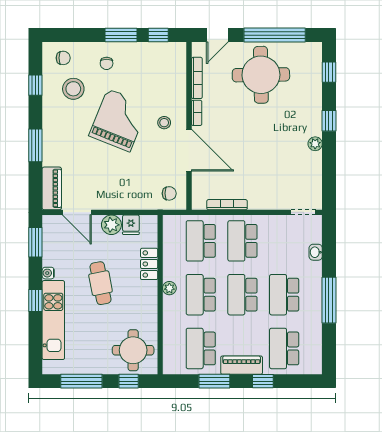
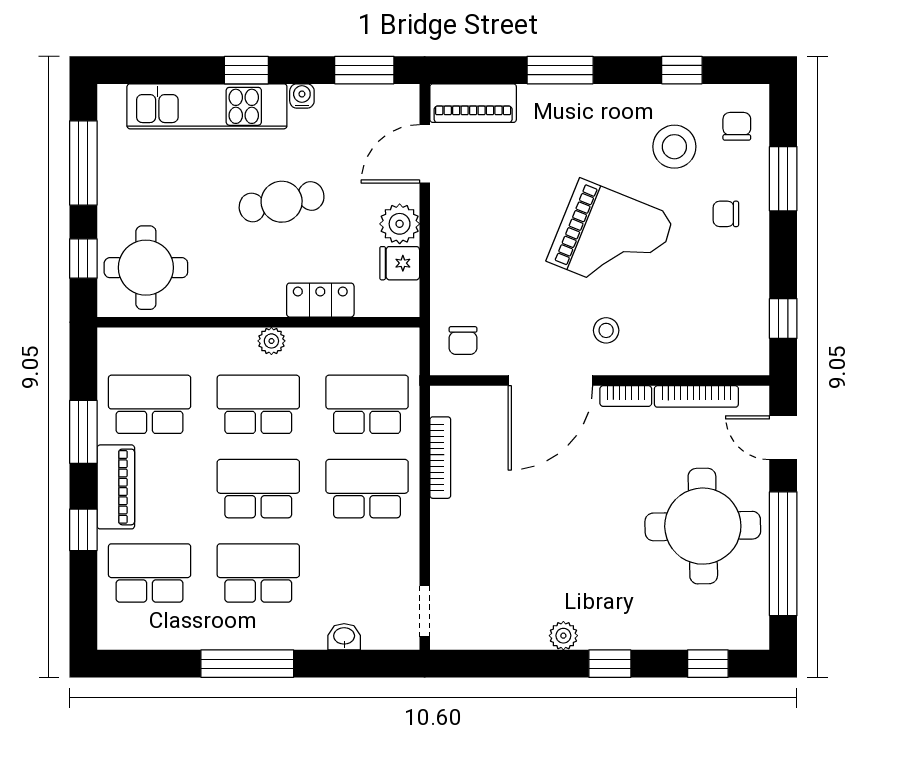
window: (121, 35) -> (783, 179), moved
chair: (63, 58) -> (737, 126), turned 180

